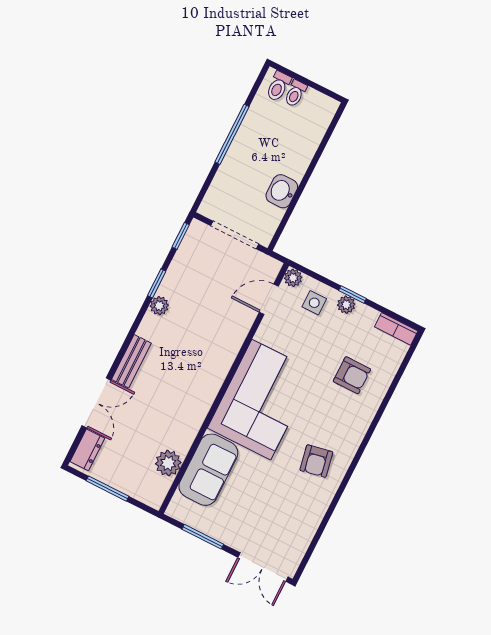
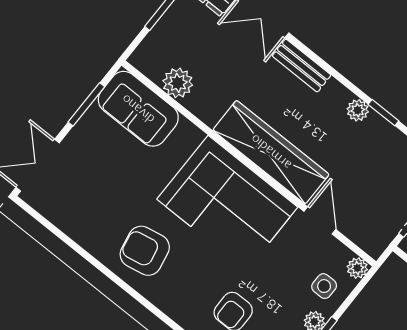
door: (269, 299) -> (320, 220), moved
wardrobe: (210, 372) -> (271, 152), added
armchair: (316, 461) -> (145, 251), width x1.38, depth x1.38
sofa: (208, 470) -> (138, 109), moved

